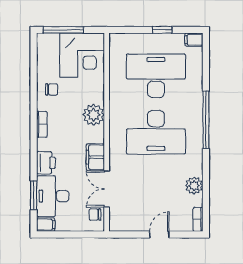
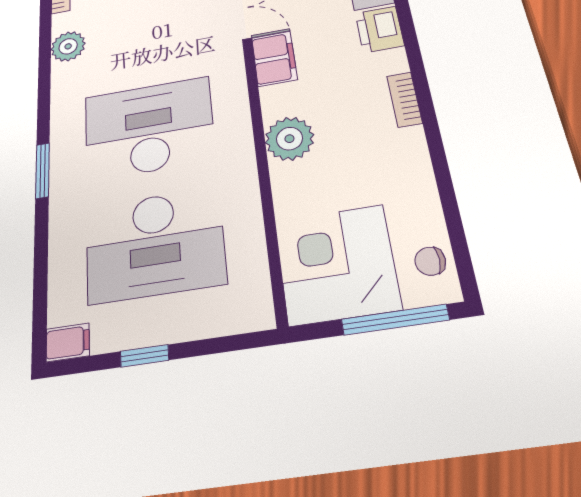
chair: (52, 89) -> (430, 261), moved
window: (206, 120) -> (43, 171), width x0.47

